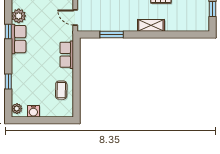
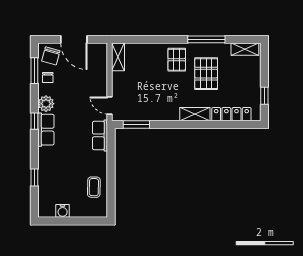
locker: (183, 25) -> (231, 114), added
window: (112, 34) -> (136, 124), moved
row of seats: (67, 55) -> (100, 135), moved
plant: (17, 109) -> (44, 208), removed

